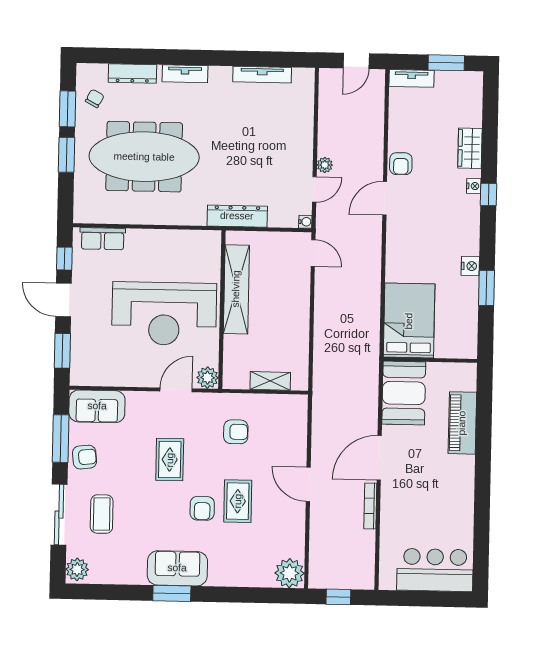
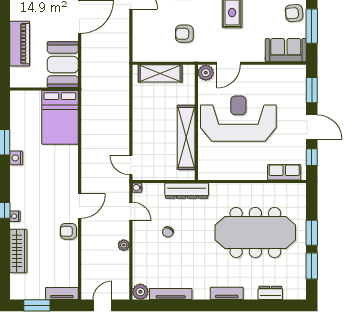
dresser: (132, 73) -> (270, 293), width x0.70
plant: (304, 79) -> (140, 292), added
chair: (95, 98) -> (168, 232), moved
wardrobe: (470, 148) -> (18, 251), width x1.50
armchair: (401, 164) -> (68, 231), turned -90
plant: (325, 165) -> (124, 245), moved
door: (314, 189) -> (131, 211), swing flipped
shelving: (270, 381) -> (160, 73), width x1.50, depth x1.33

